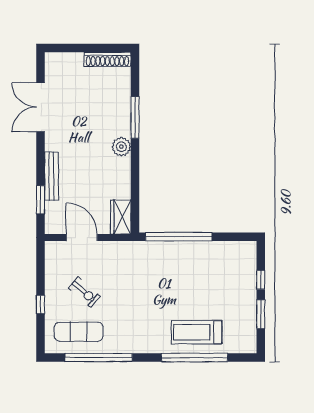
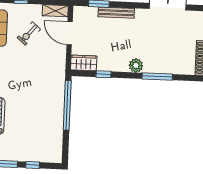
window: (135, 190) -> (104, 74), added
door: (82, 238) -> (70, 33), swing flipped
shelving: (52, 258) -> (55, 11), added

